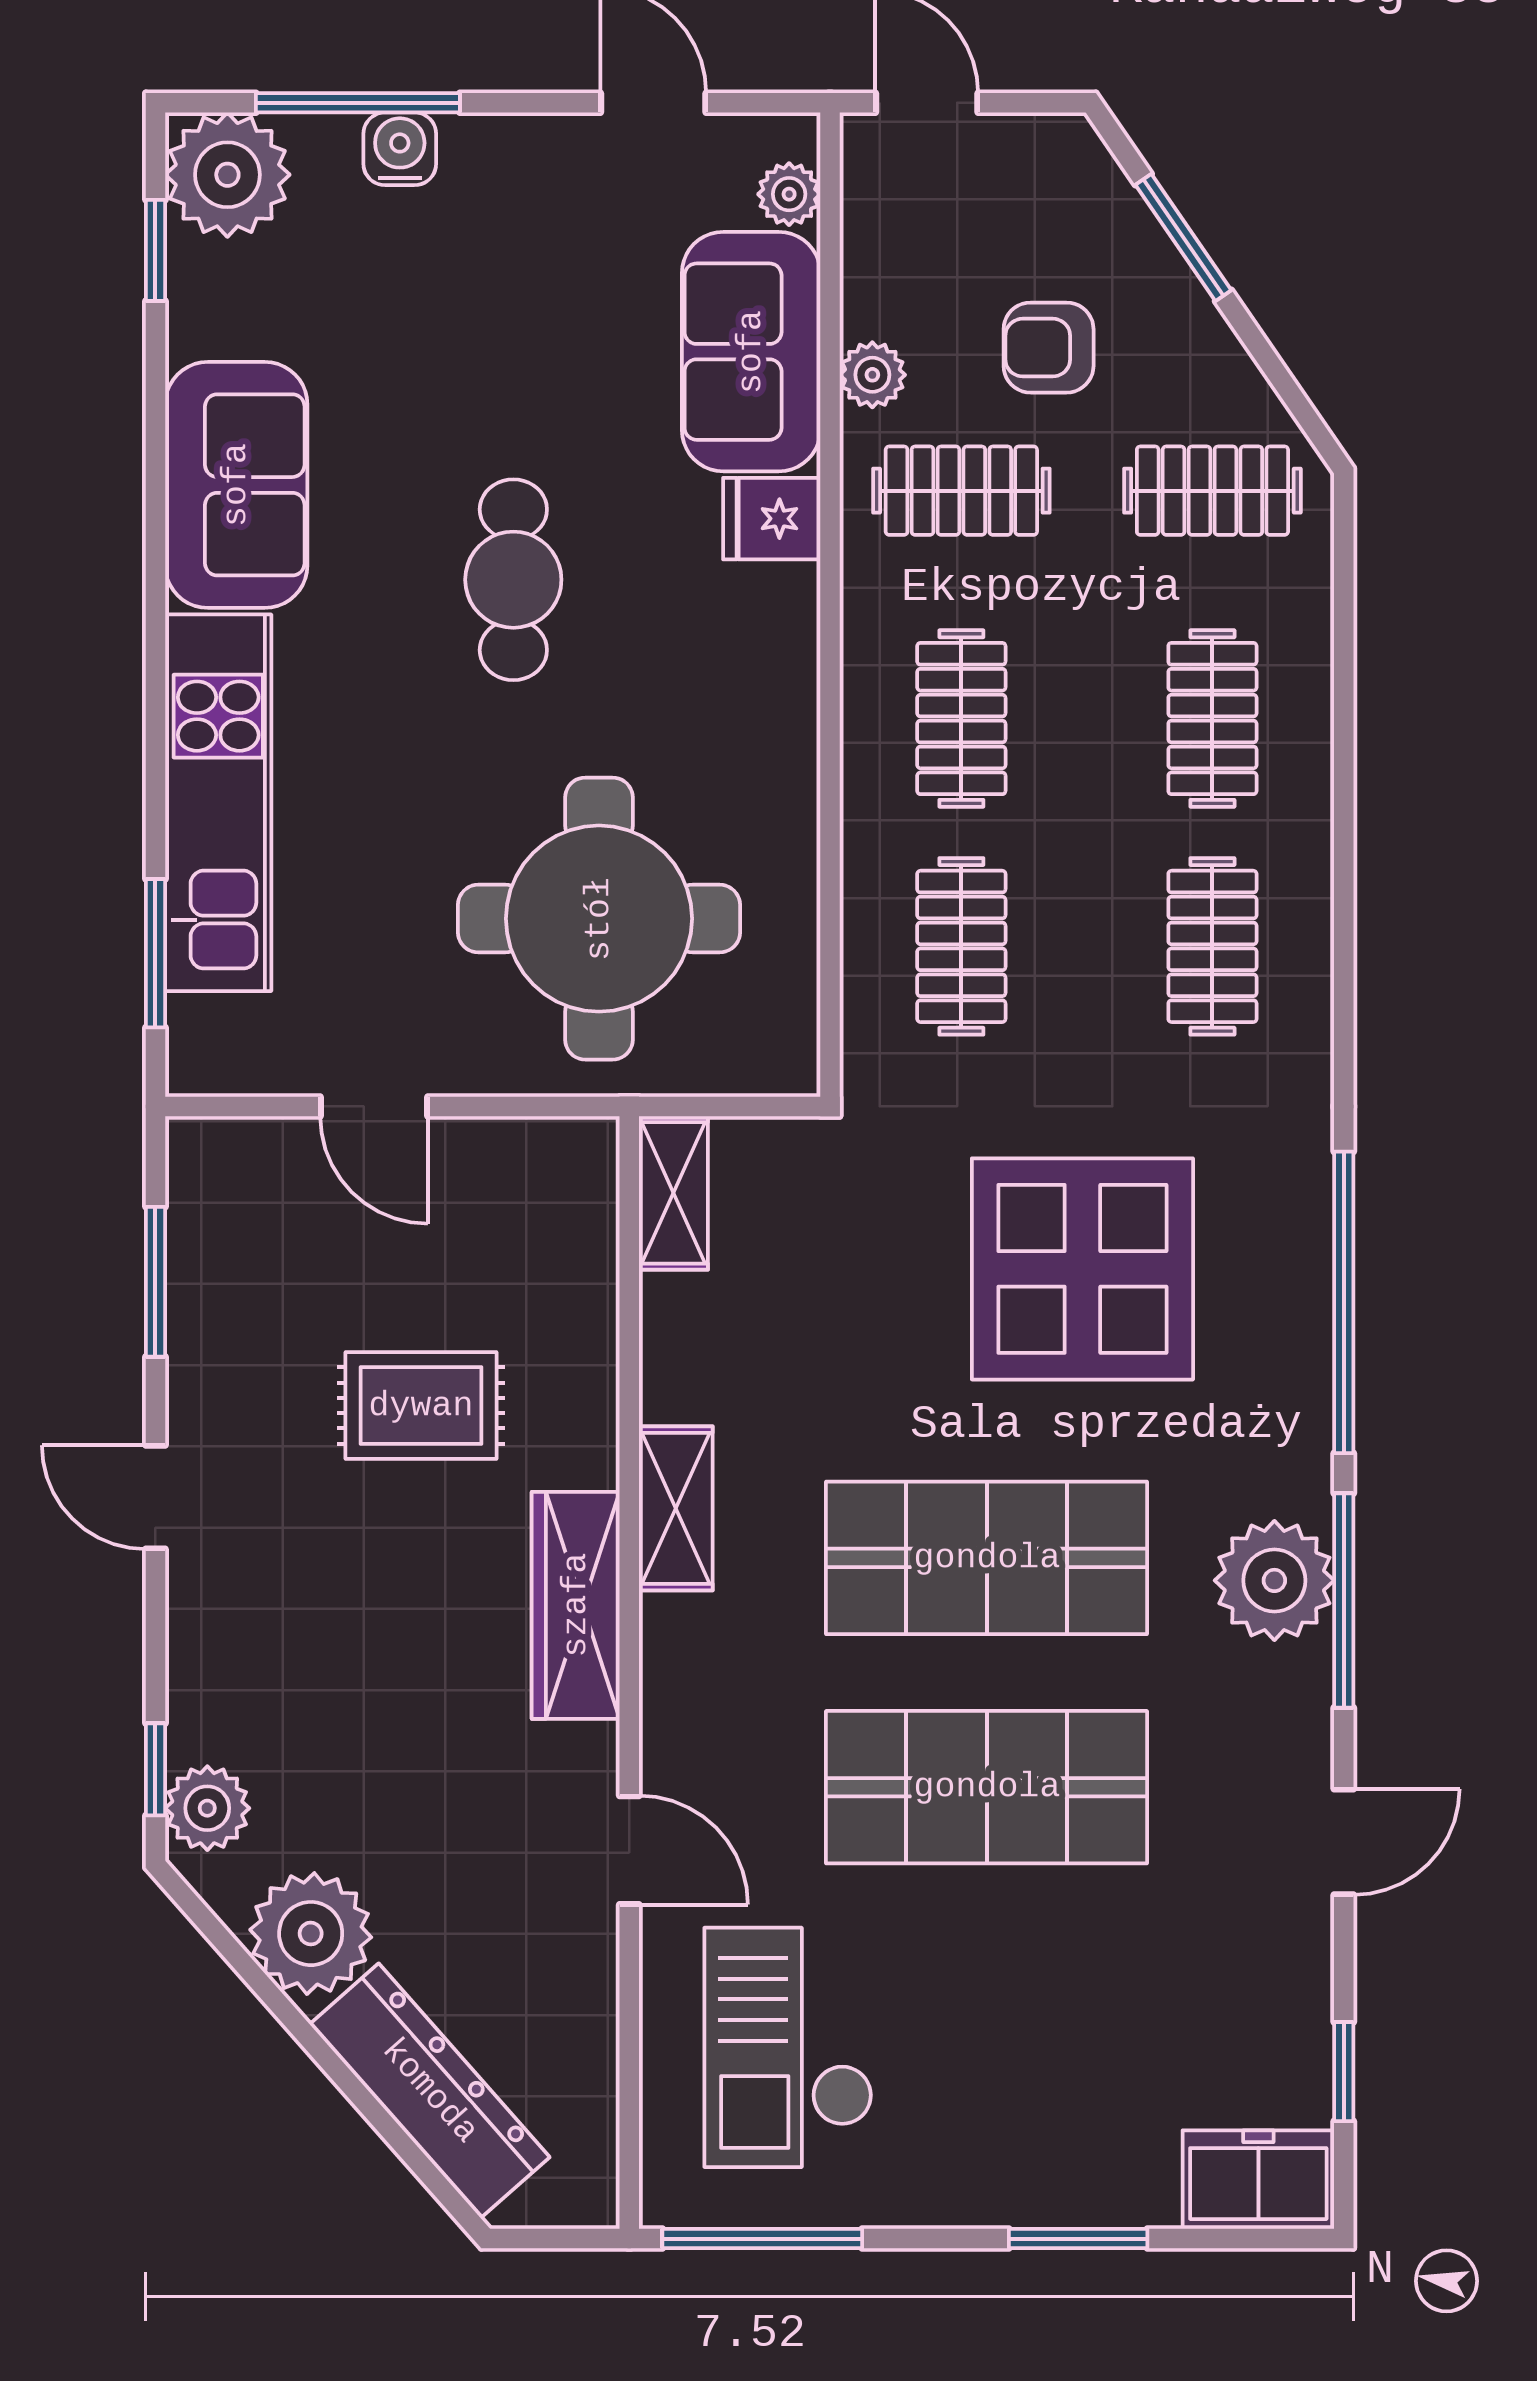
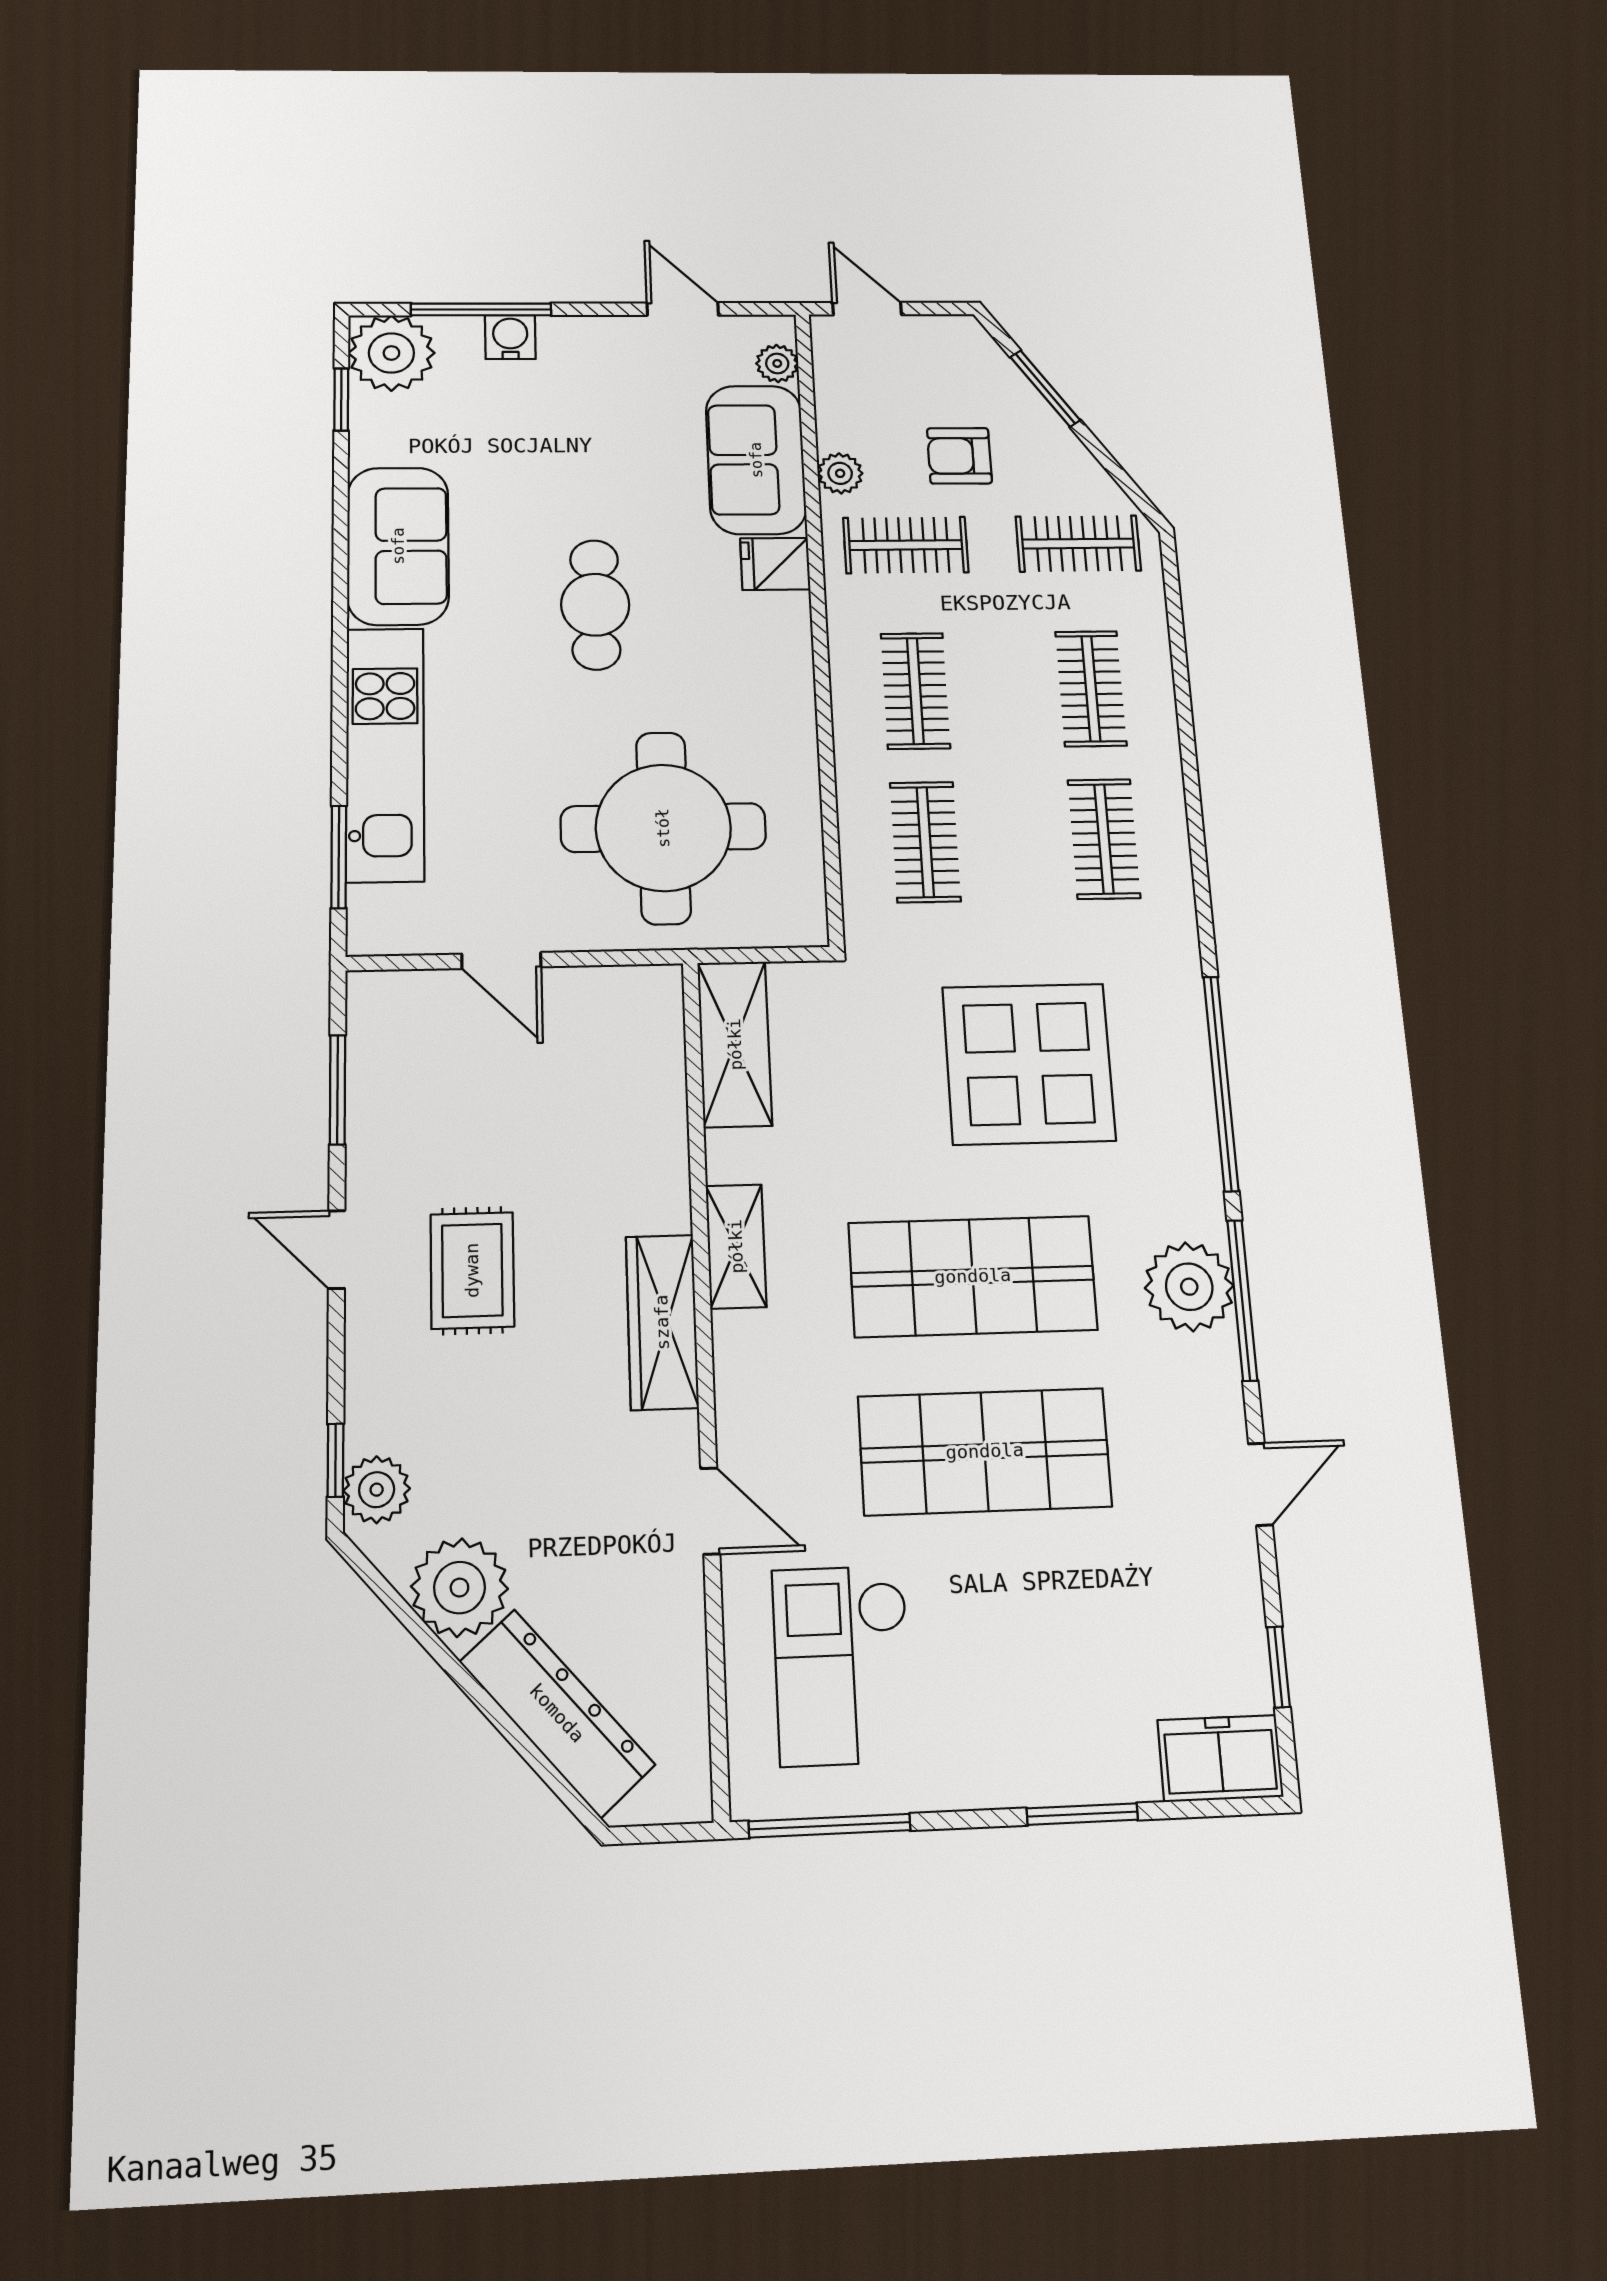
shelving: (673, 1193) -> (735, 1044), width x1.50, depth x1.33
rug: (421, 1406) -> (472, 1270), moved, turned 90

